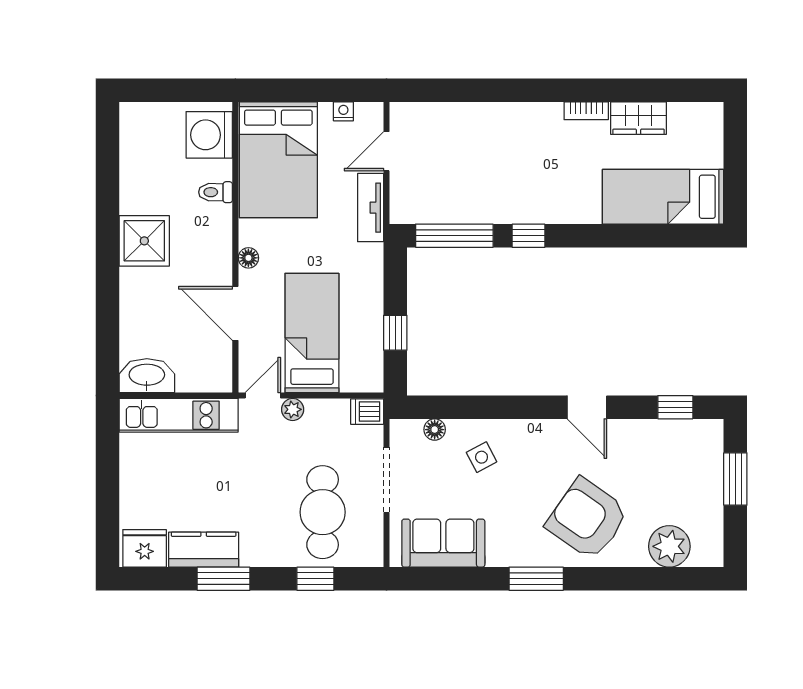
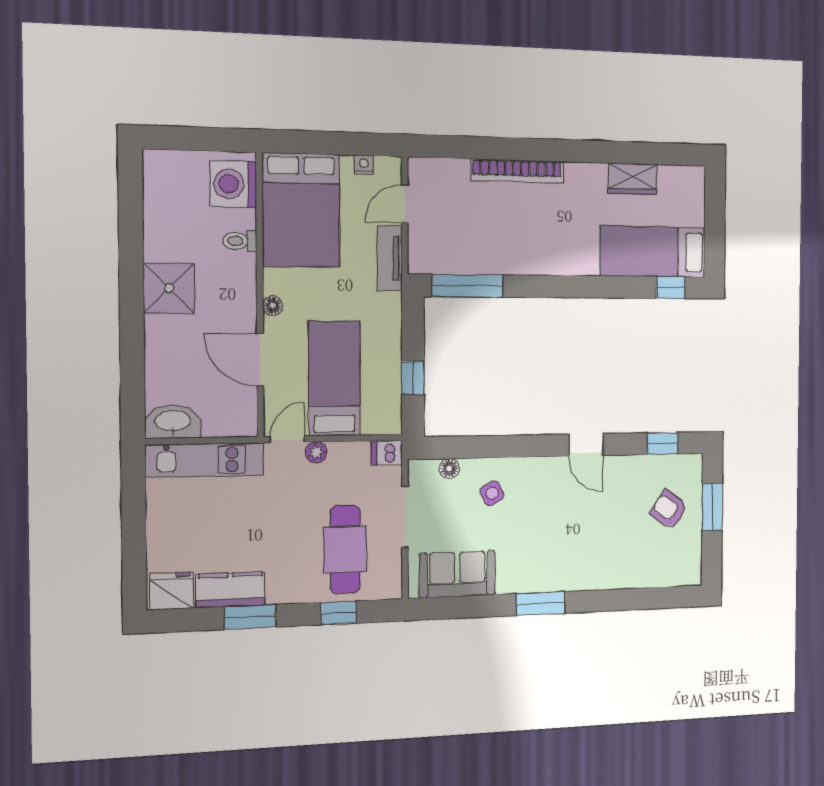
bookcase: (586, 111) -> (517, 171), moved, width x2.31, depth x1.31
window: (529, 236) -> (671, 287), moved
armchair: (587, 519) -> (669, 510), moved, width x0.53, depth x0.53
plant: (669, 546) -> (656, 569), removed

